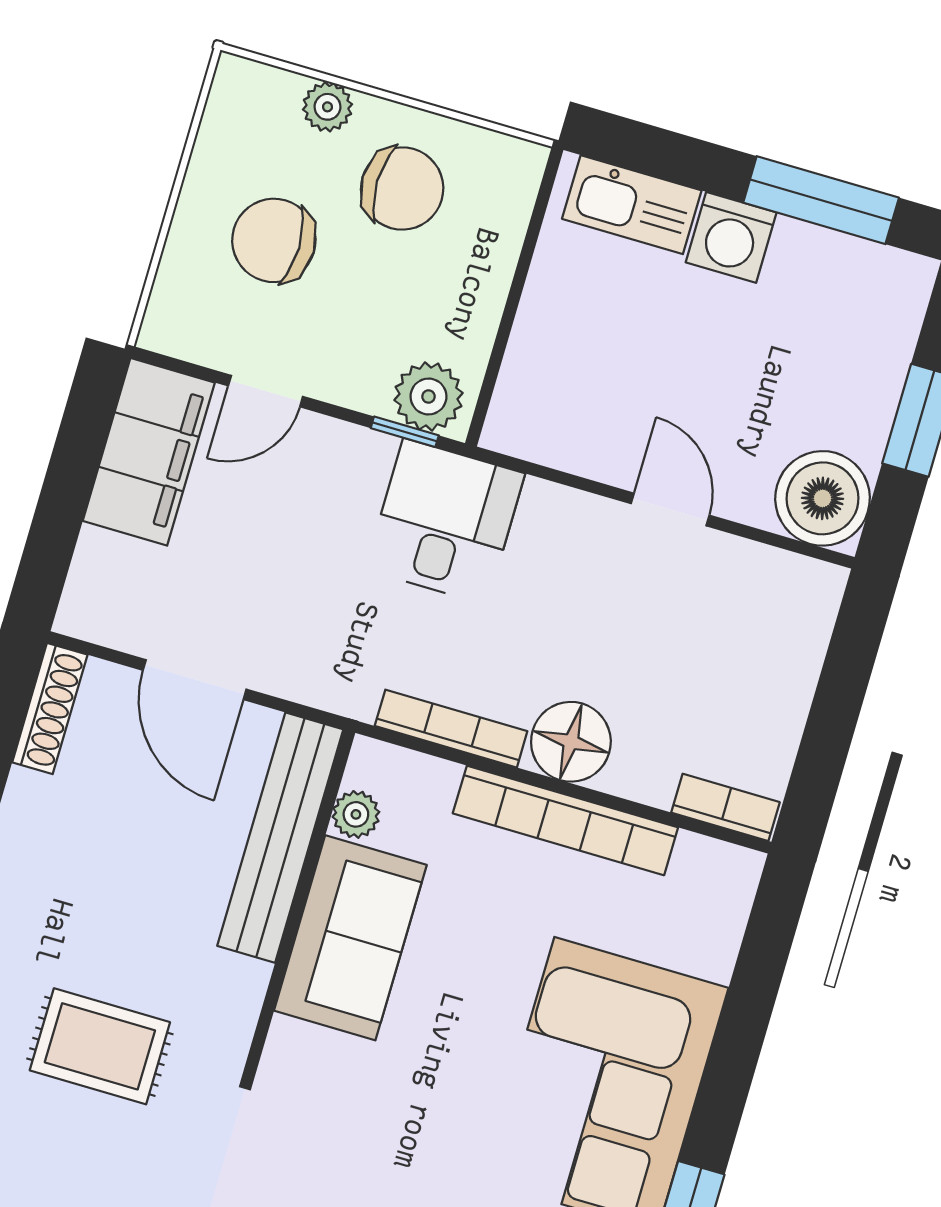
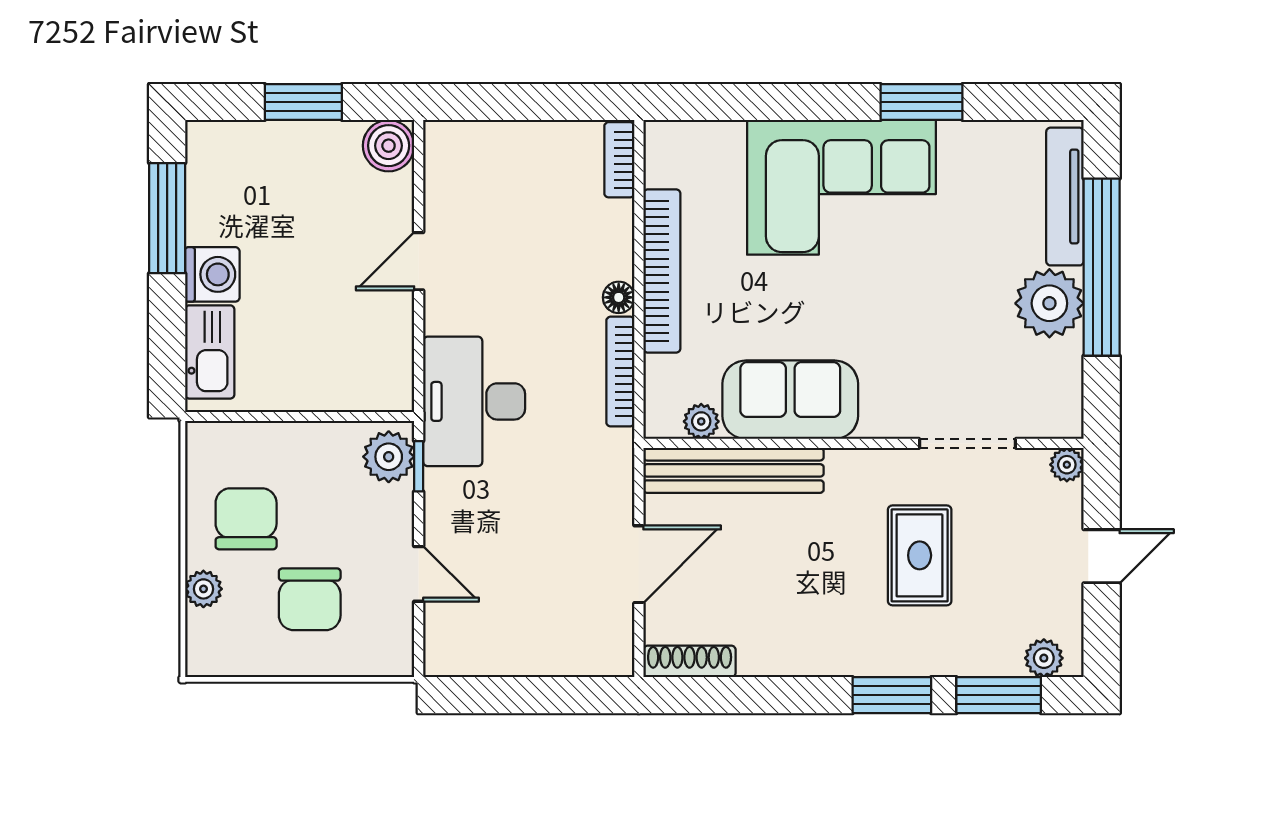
filing cabinet: (149, 452) -> (486, 644), removed
boiler: (823, 498) -> (389, 146), width x0.73, depth x0.73
desk: (445, 521) -> (474, 401), width x1.37
floor lamp: (571, 742) -> (619, 297), width x0.53, depth x0.53

